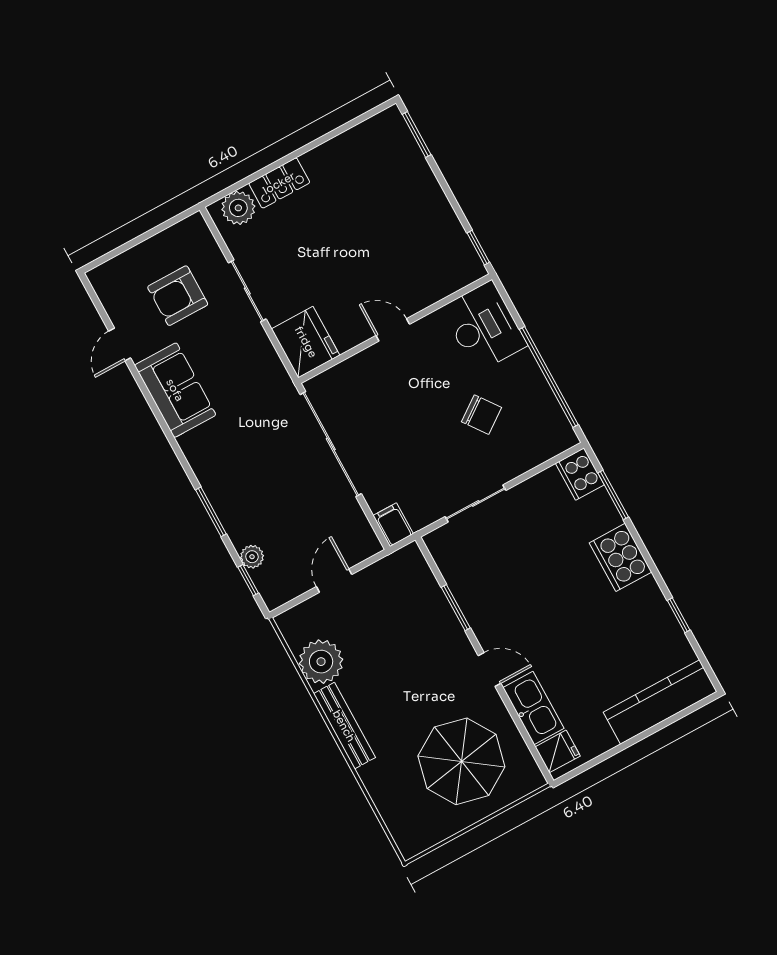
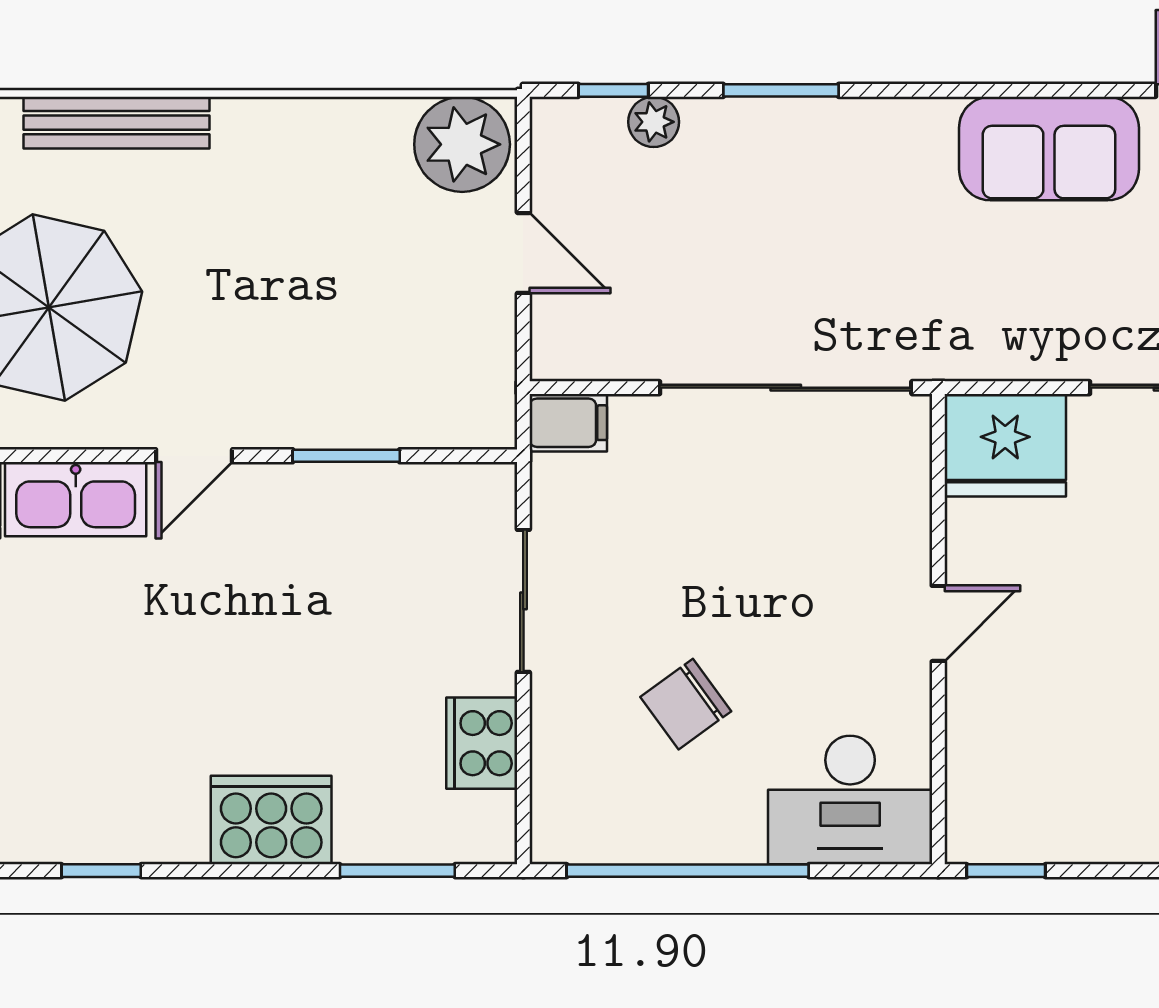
cooker: (580, 474) -> (482, 743), moved, turned -90
plant: (321, 662) -> (462, 144), moved
bench: (344, 726) -> (117, 123), moved

